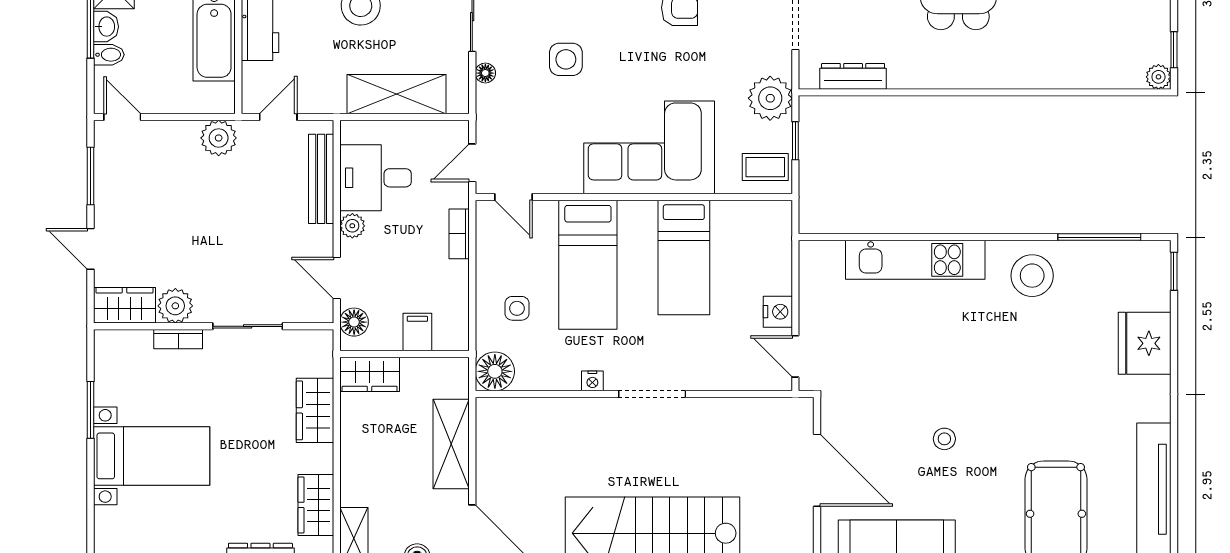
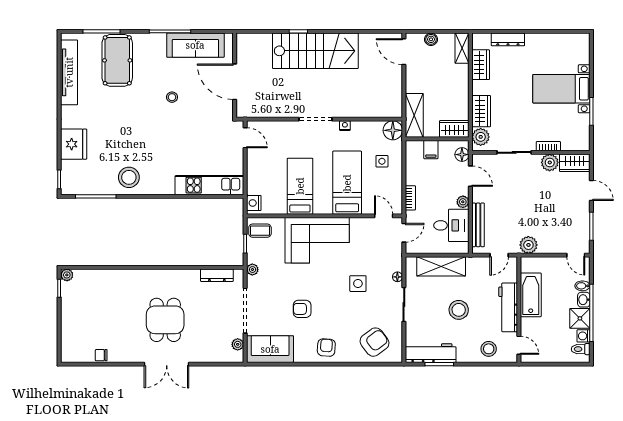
plant: (770, 98) -> (252, 270), width x0.53, depth x0.53
kitchen unit: (915, 260) -> (209, 185), moved
nightstand: (778, 312) -> (254, 203), moved
plant: (316, 358) -> (481, 137), added
shelving: (451, 444) -> (414, 115), moved

